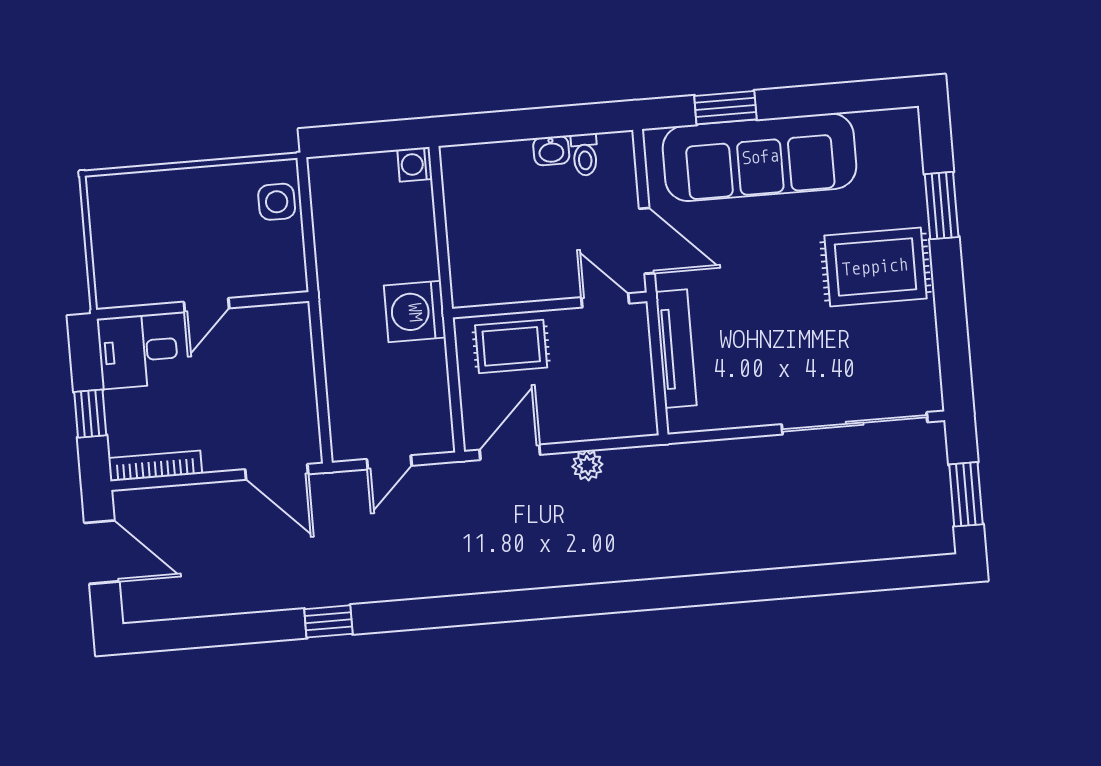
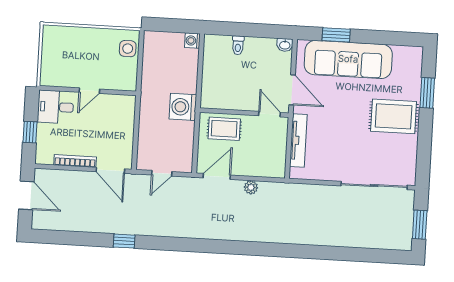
washbasin: (551, 151) -> (285, 45), moved
toilet: (585, 155) -> (238, 45), moved
bookcase: (155, 466) -> (75, 161), moved

